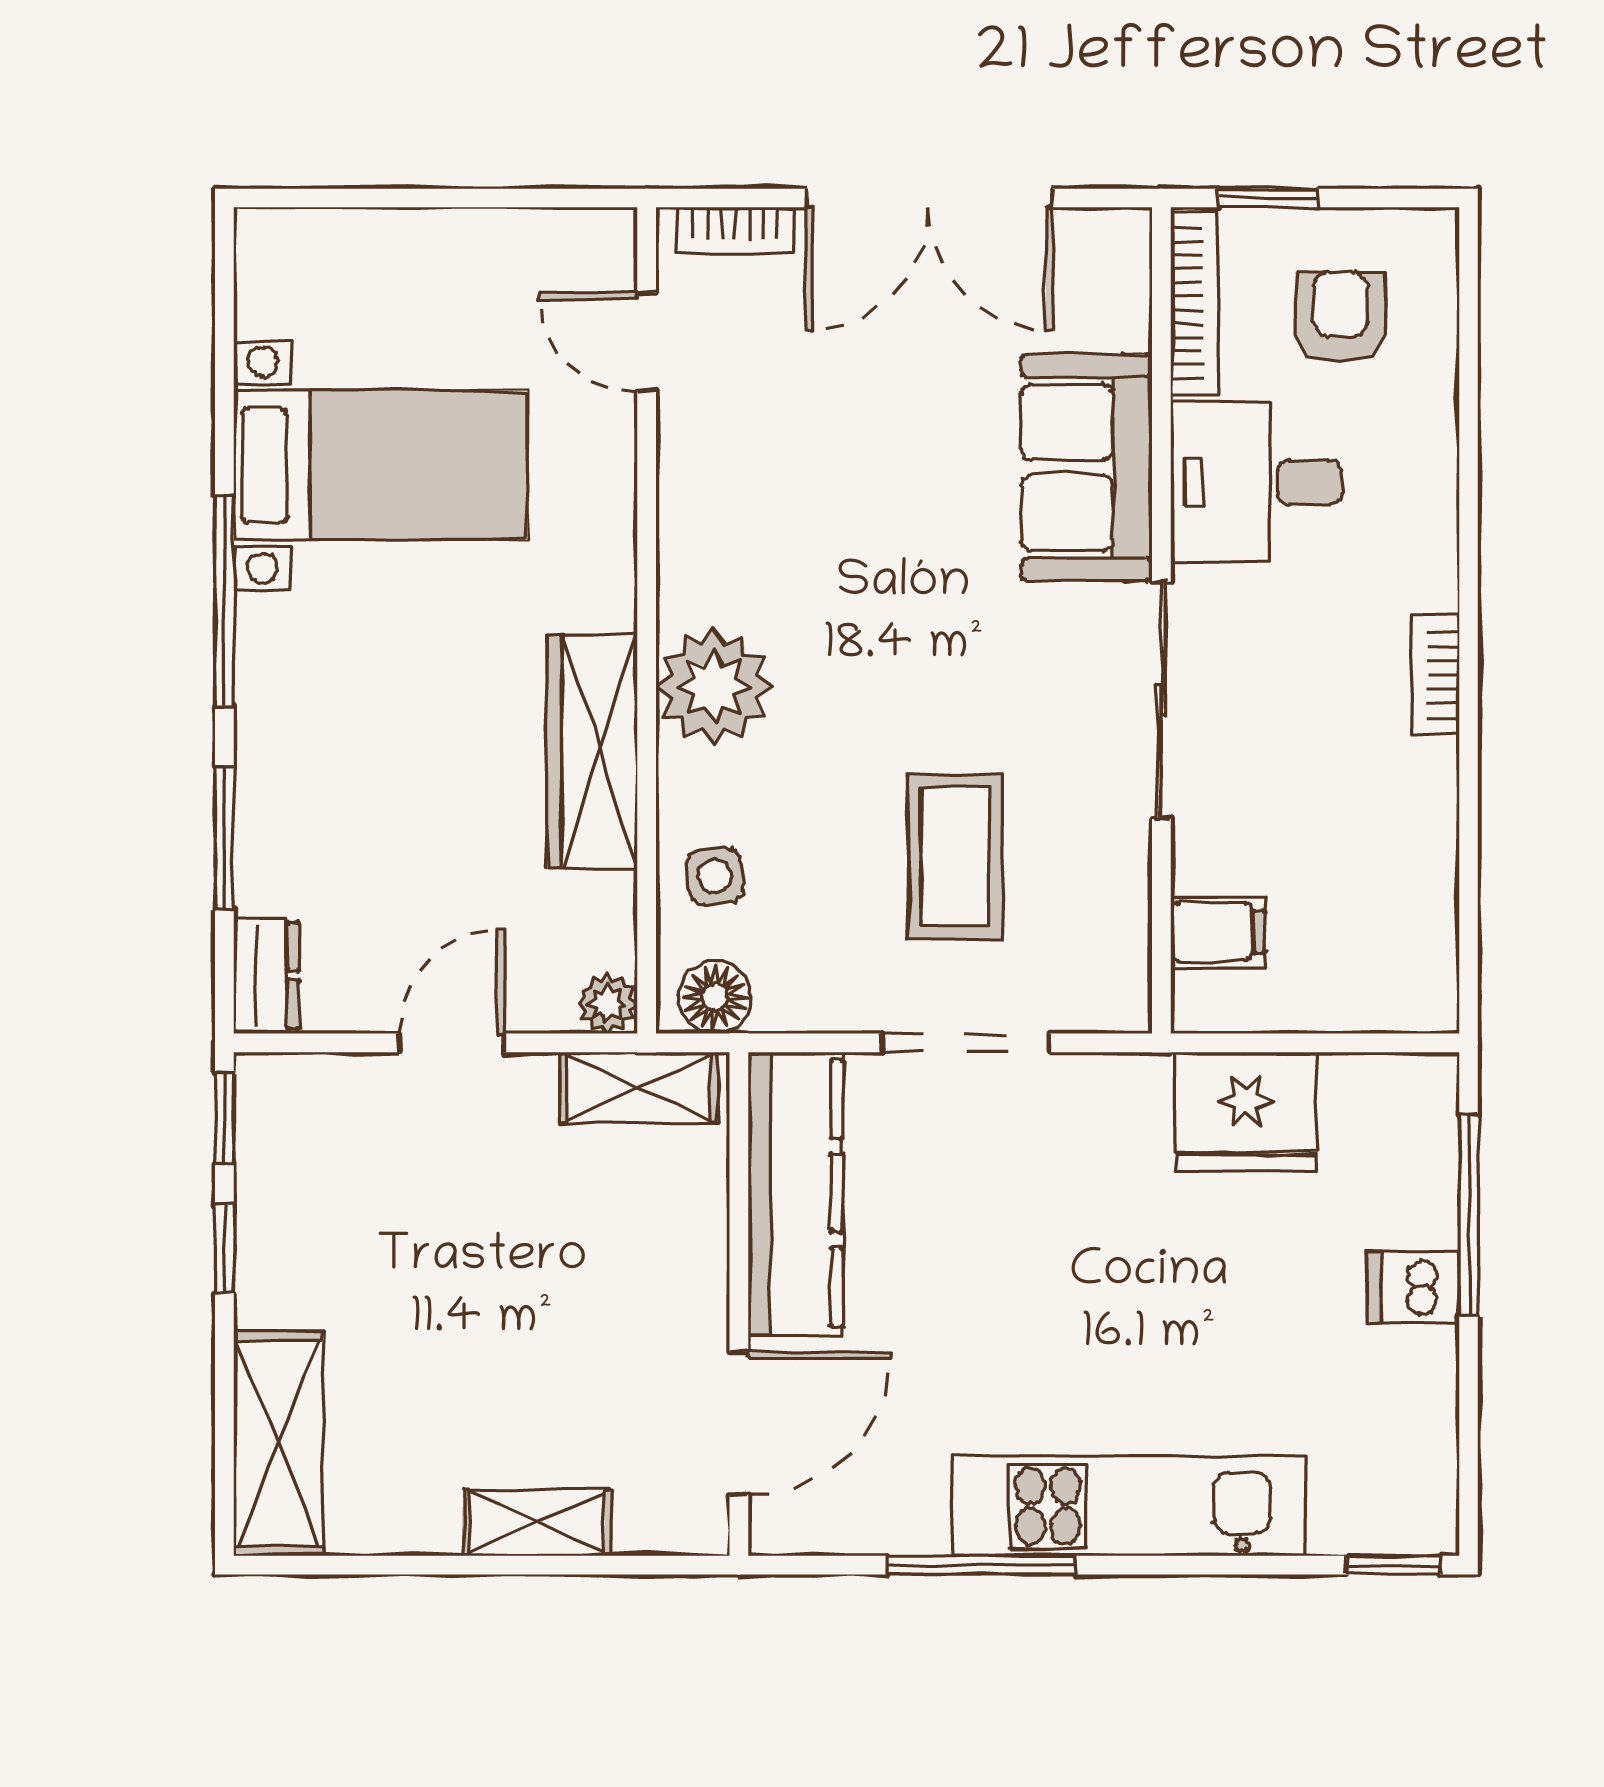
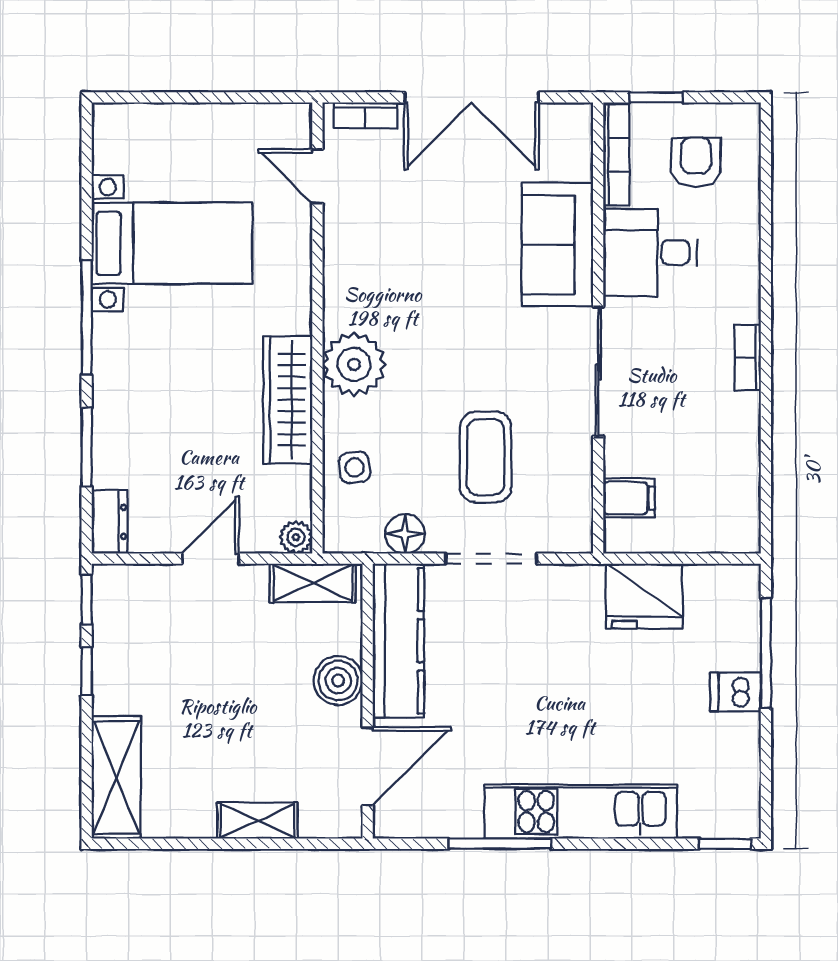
floor lamp: (715, 997) -> (405, 534), moved
boiler: (685, 1266) -> (338, 681), added

